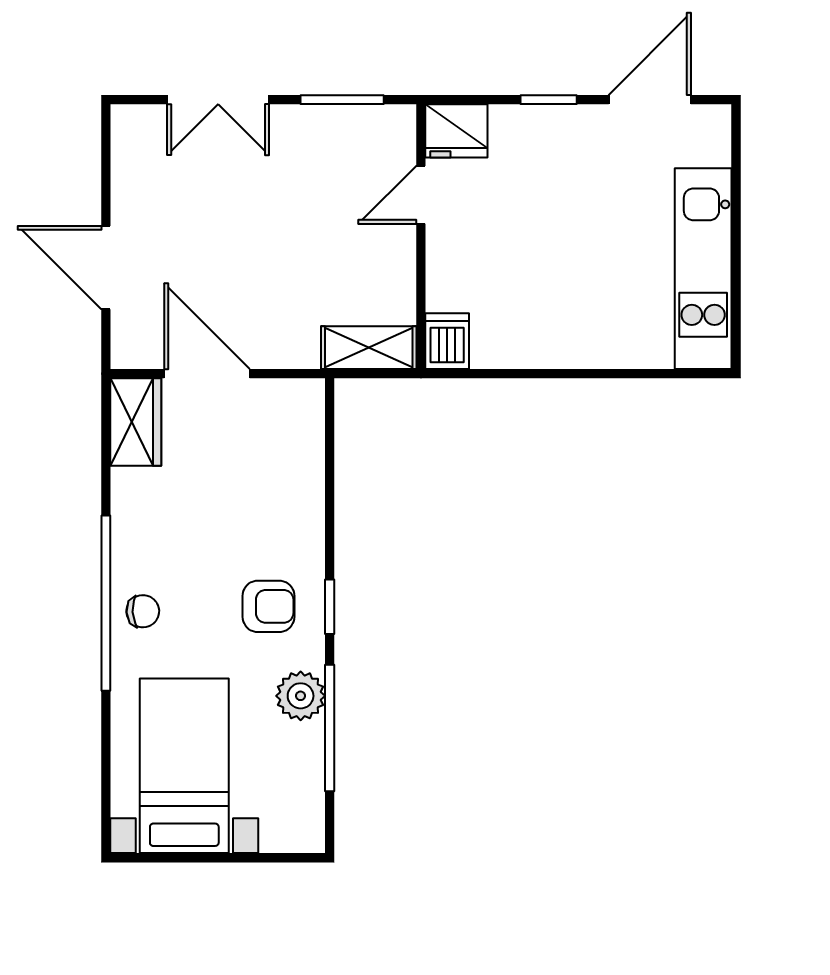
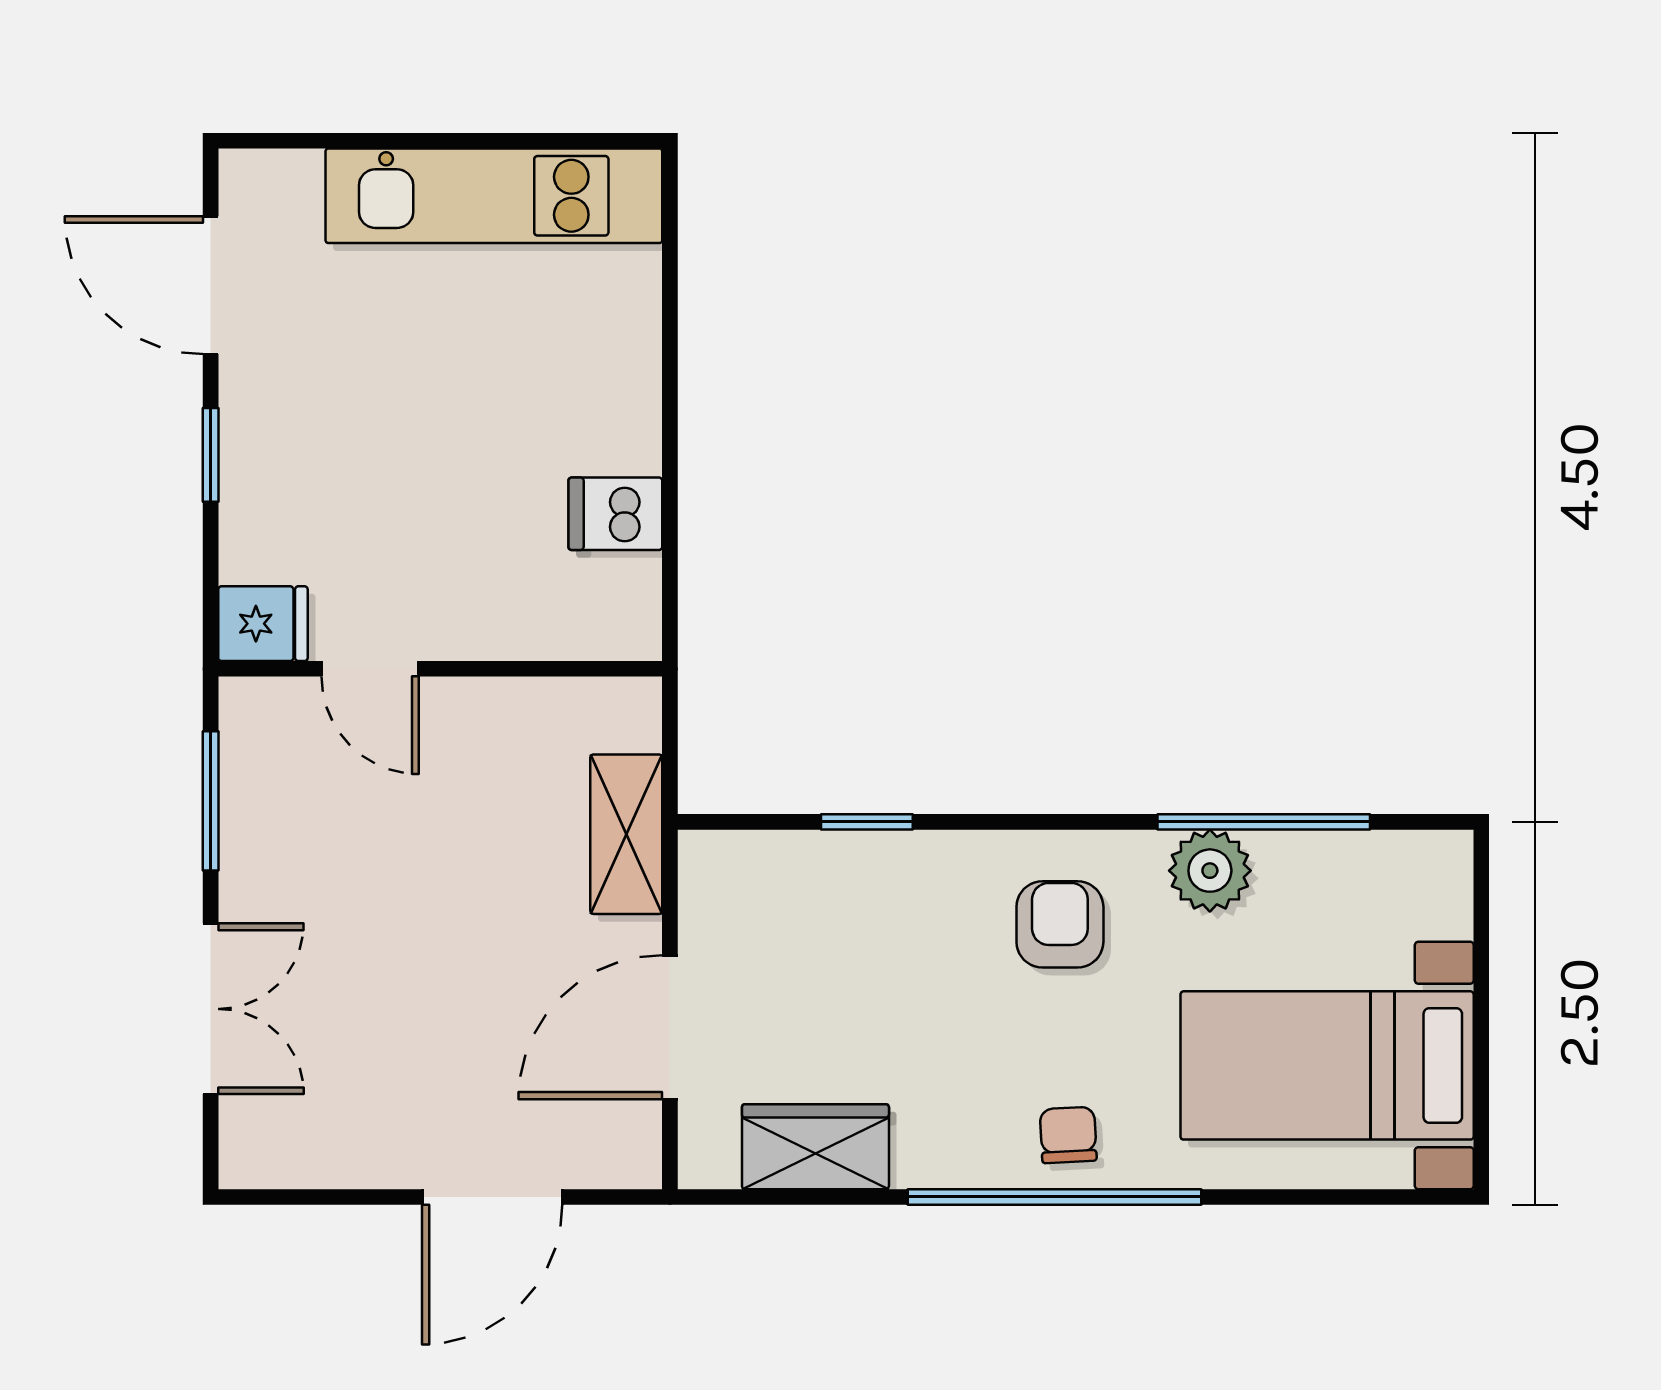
fridge: (456, 131) -> (263, 624), width x0.72
dishwasher: (447, 341) -> (615, 514), moved
shelving: (369, 348) -> (626, 834), moved
wardrobe: (136, 422) -> (815, 1147), moved
window: (330, 607) -> (867, 822), moved

